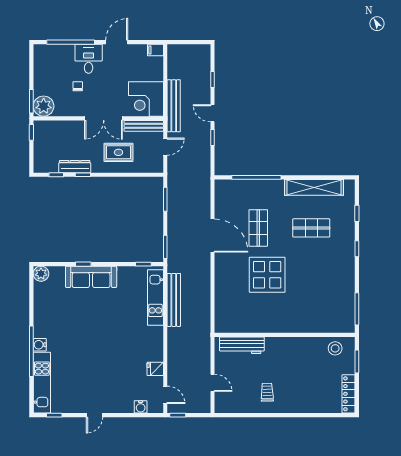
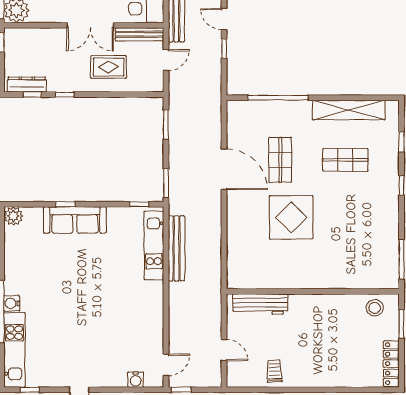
dresser: (75, 167) -> (27, 85), moved
fridge: (155, 369) -> (154, 333), removed
trolley: (267, 392) -> (274, 371), moved
door: (165, 395) -> (166, 365), hinge flipped

